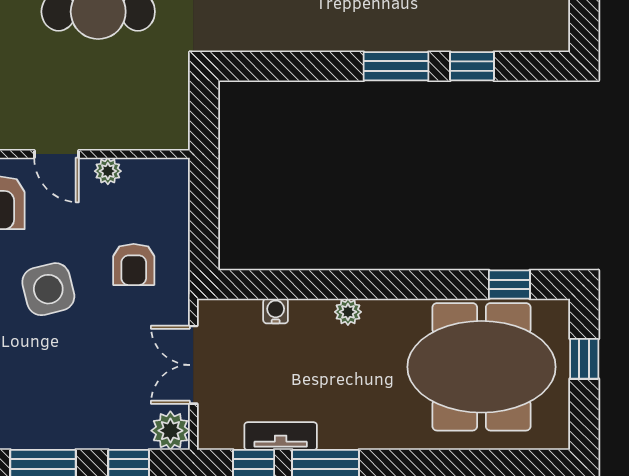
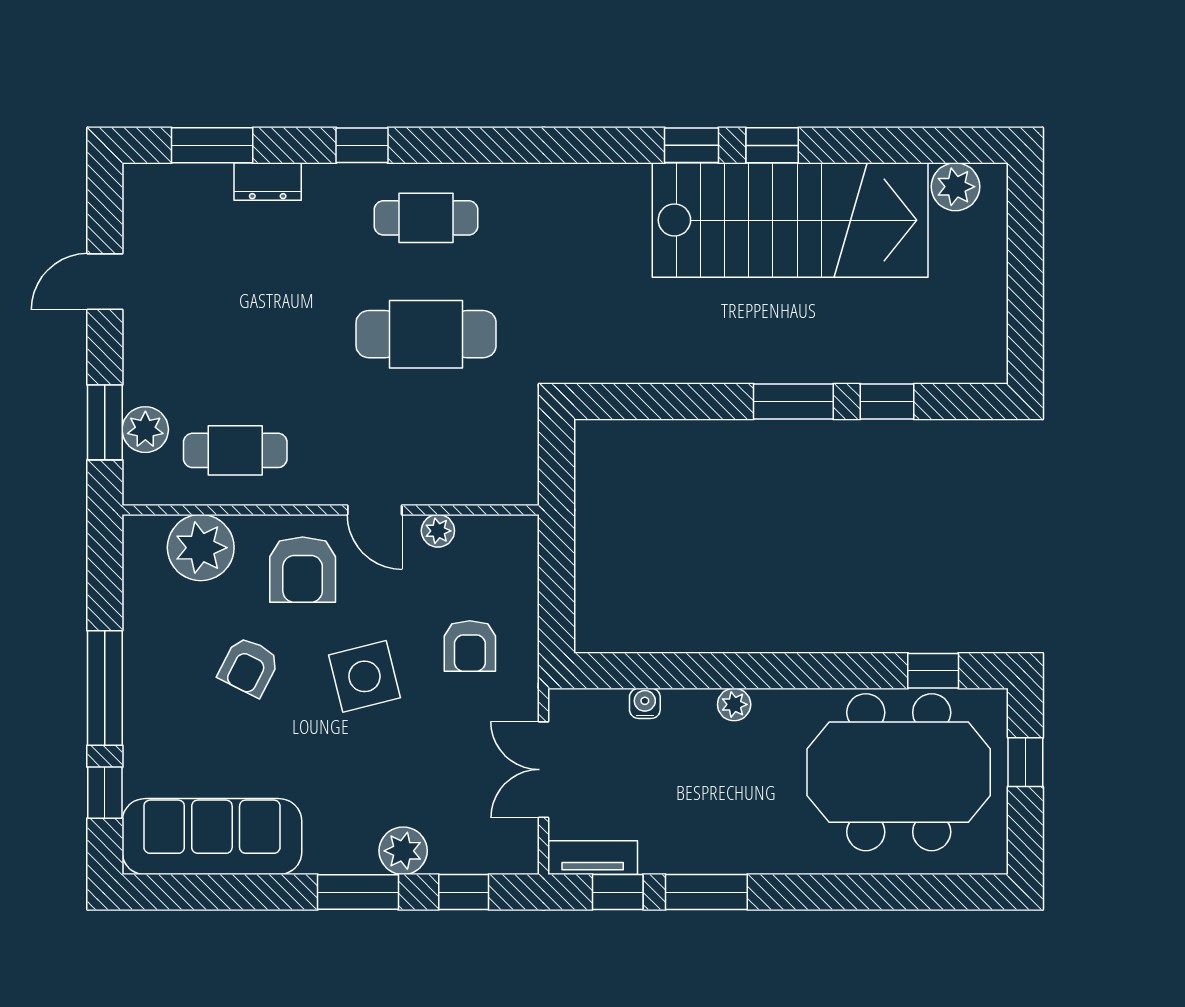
plant: (170, 431) -> (403, 851), moved
tv unit: (281, 436) -> (593, 858), moved

